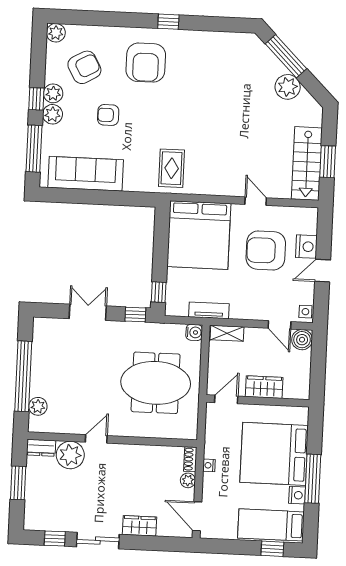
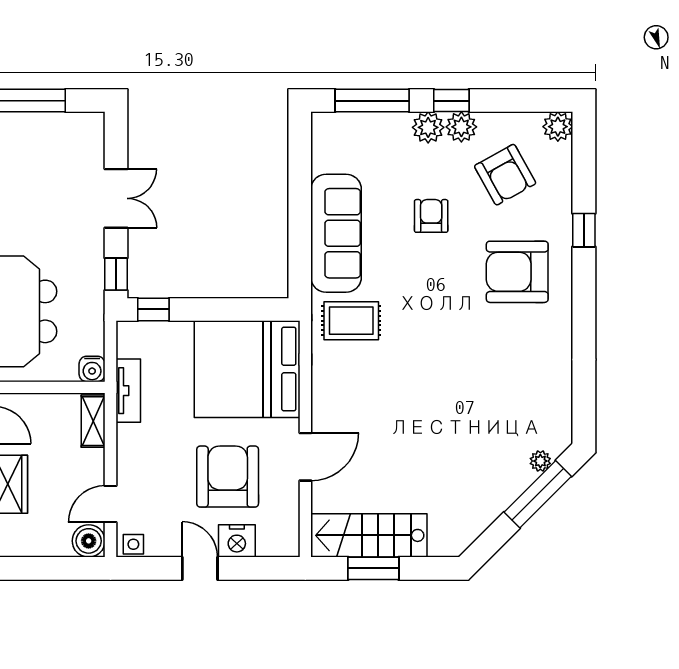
window: (168, 22) -> (584, 230), moved
plant: (288, 87) -> (540, 461), moved, width x0.53, depth x0.53
sofa: (86, 174) -> (336, 233), moved
door: (256, 201) -> (305, 457), width x1.38

